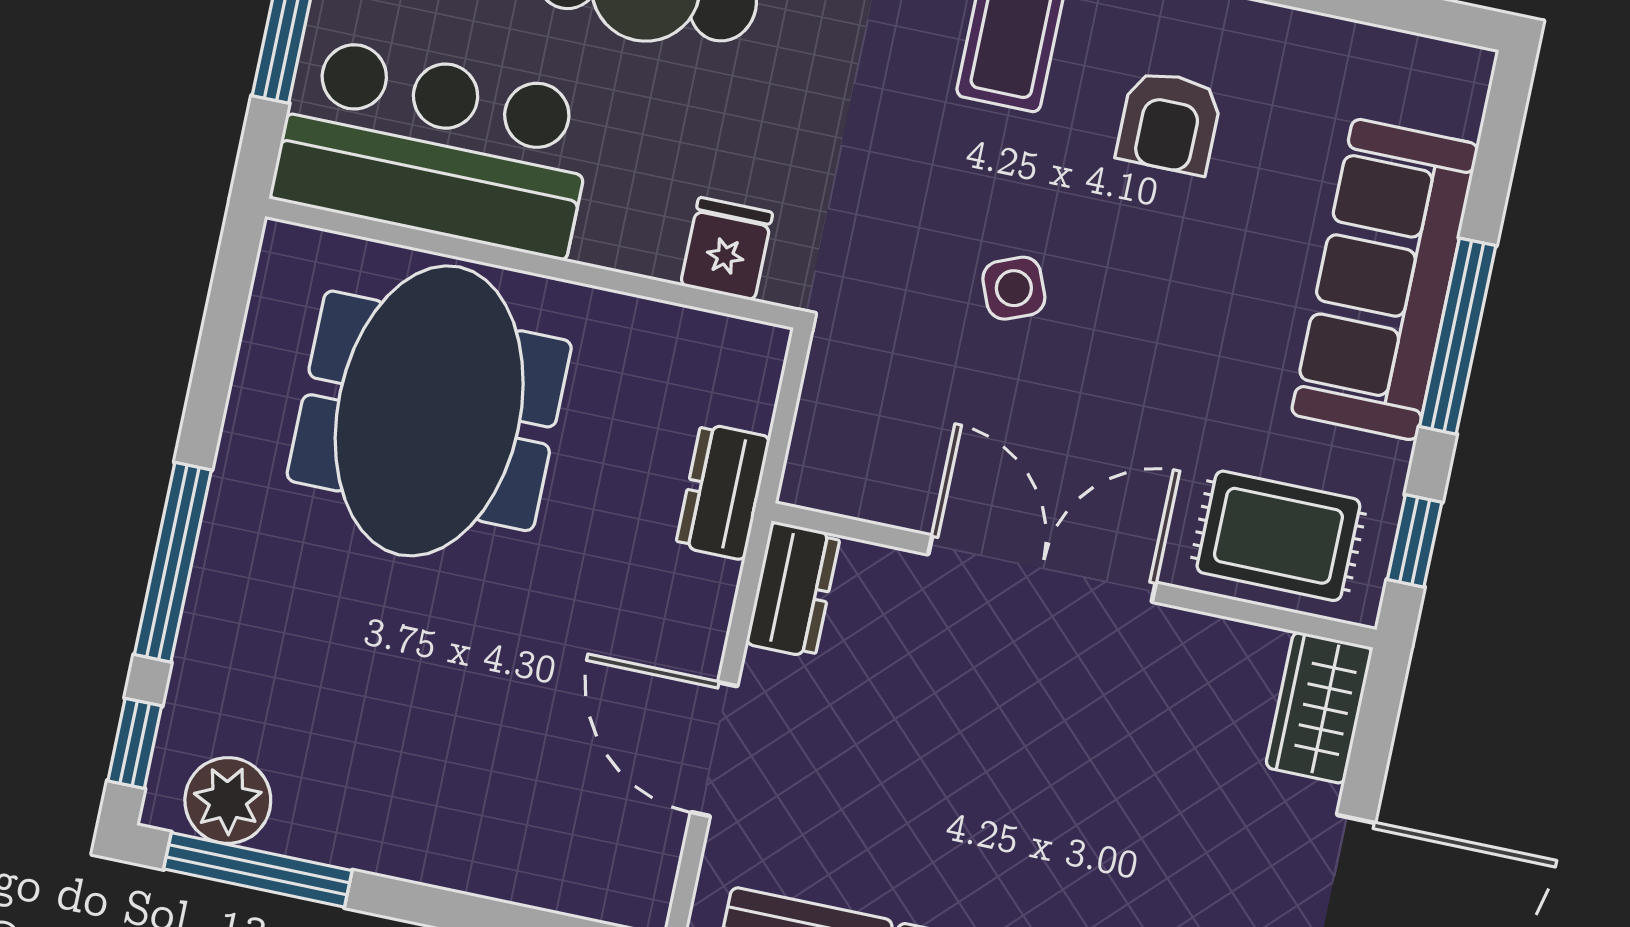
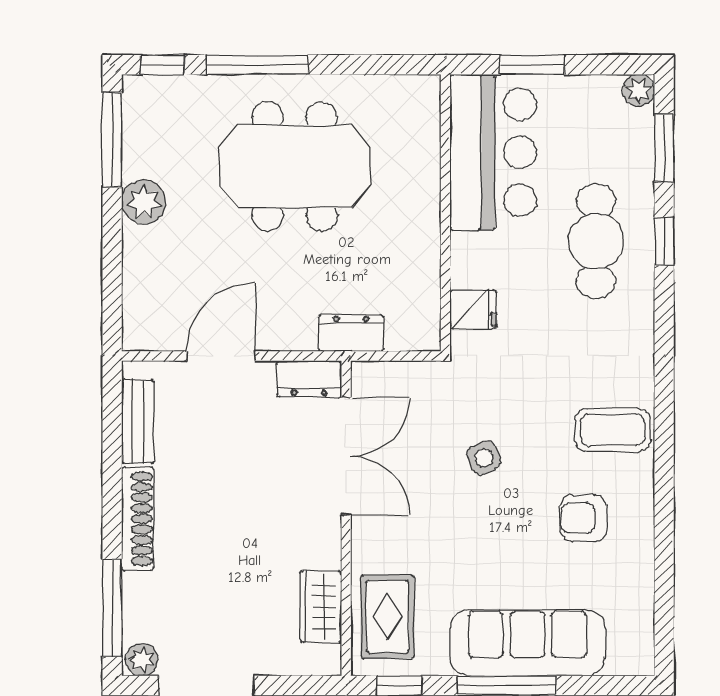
meeting table: (429, 411) -> (295, 166), moved
double door: (1042, 569) -> (346, 456), moved
wardrobe: (1319, 708) -> (321, 607), moved, turned -90
plant: (228, 801) -> (144, 202), moved

